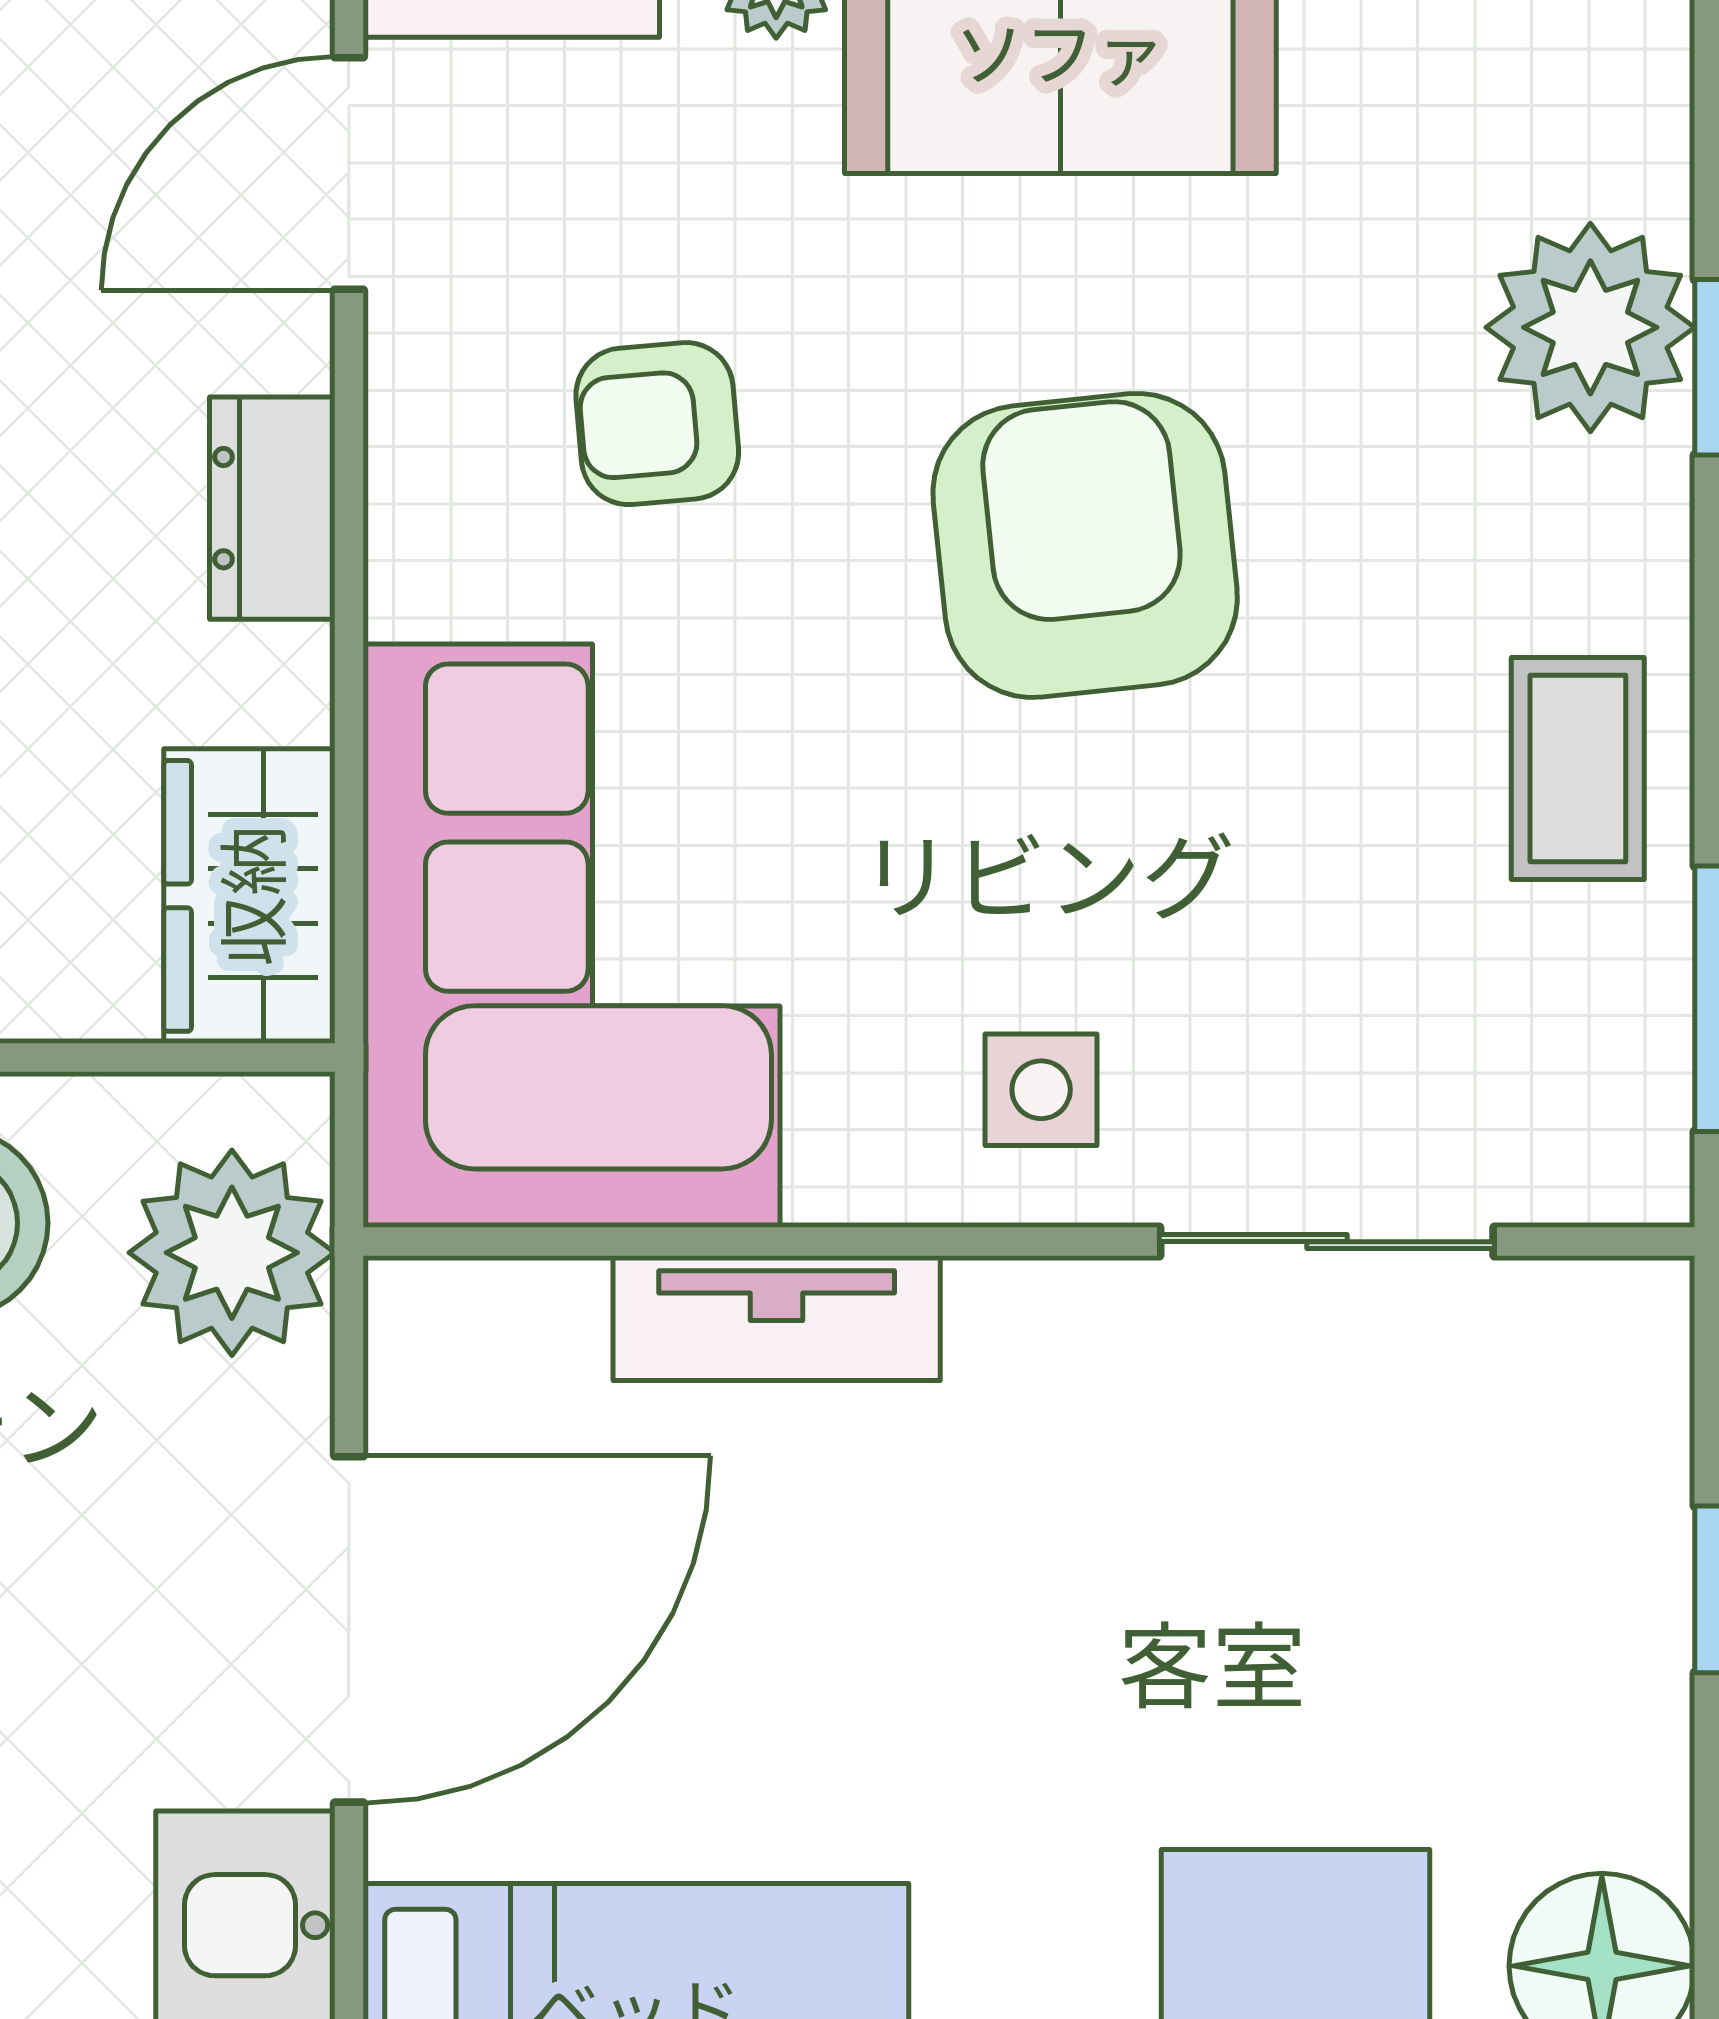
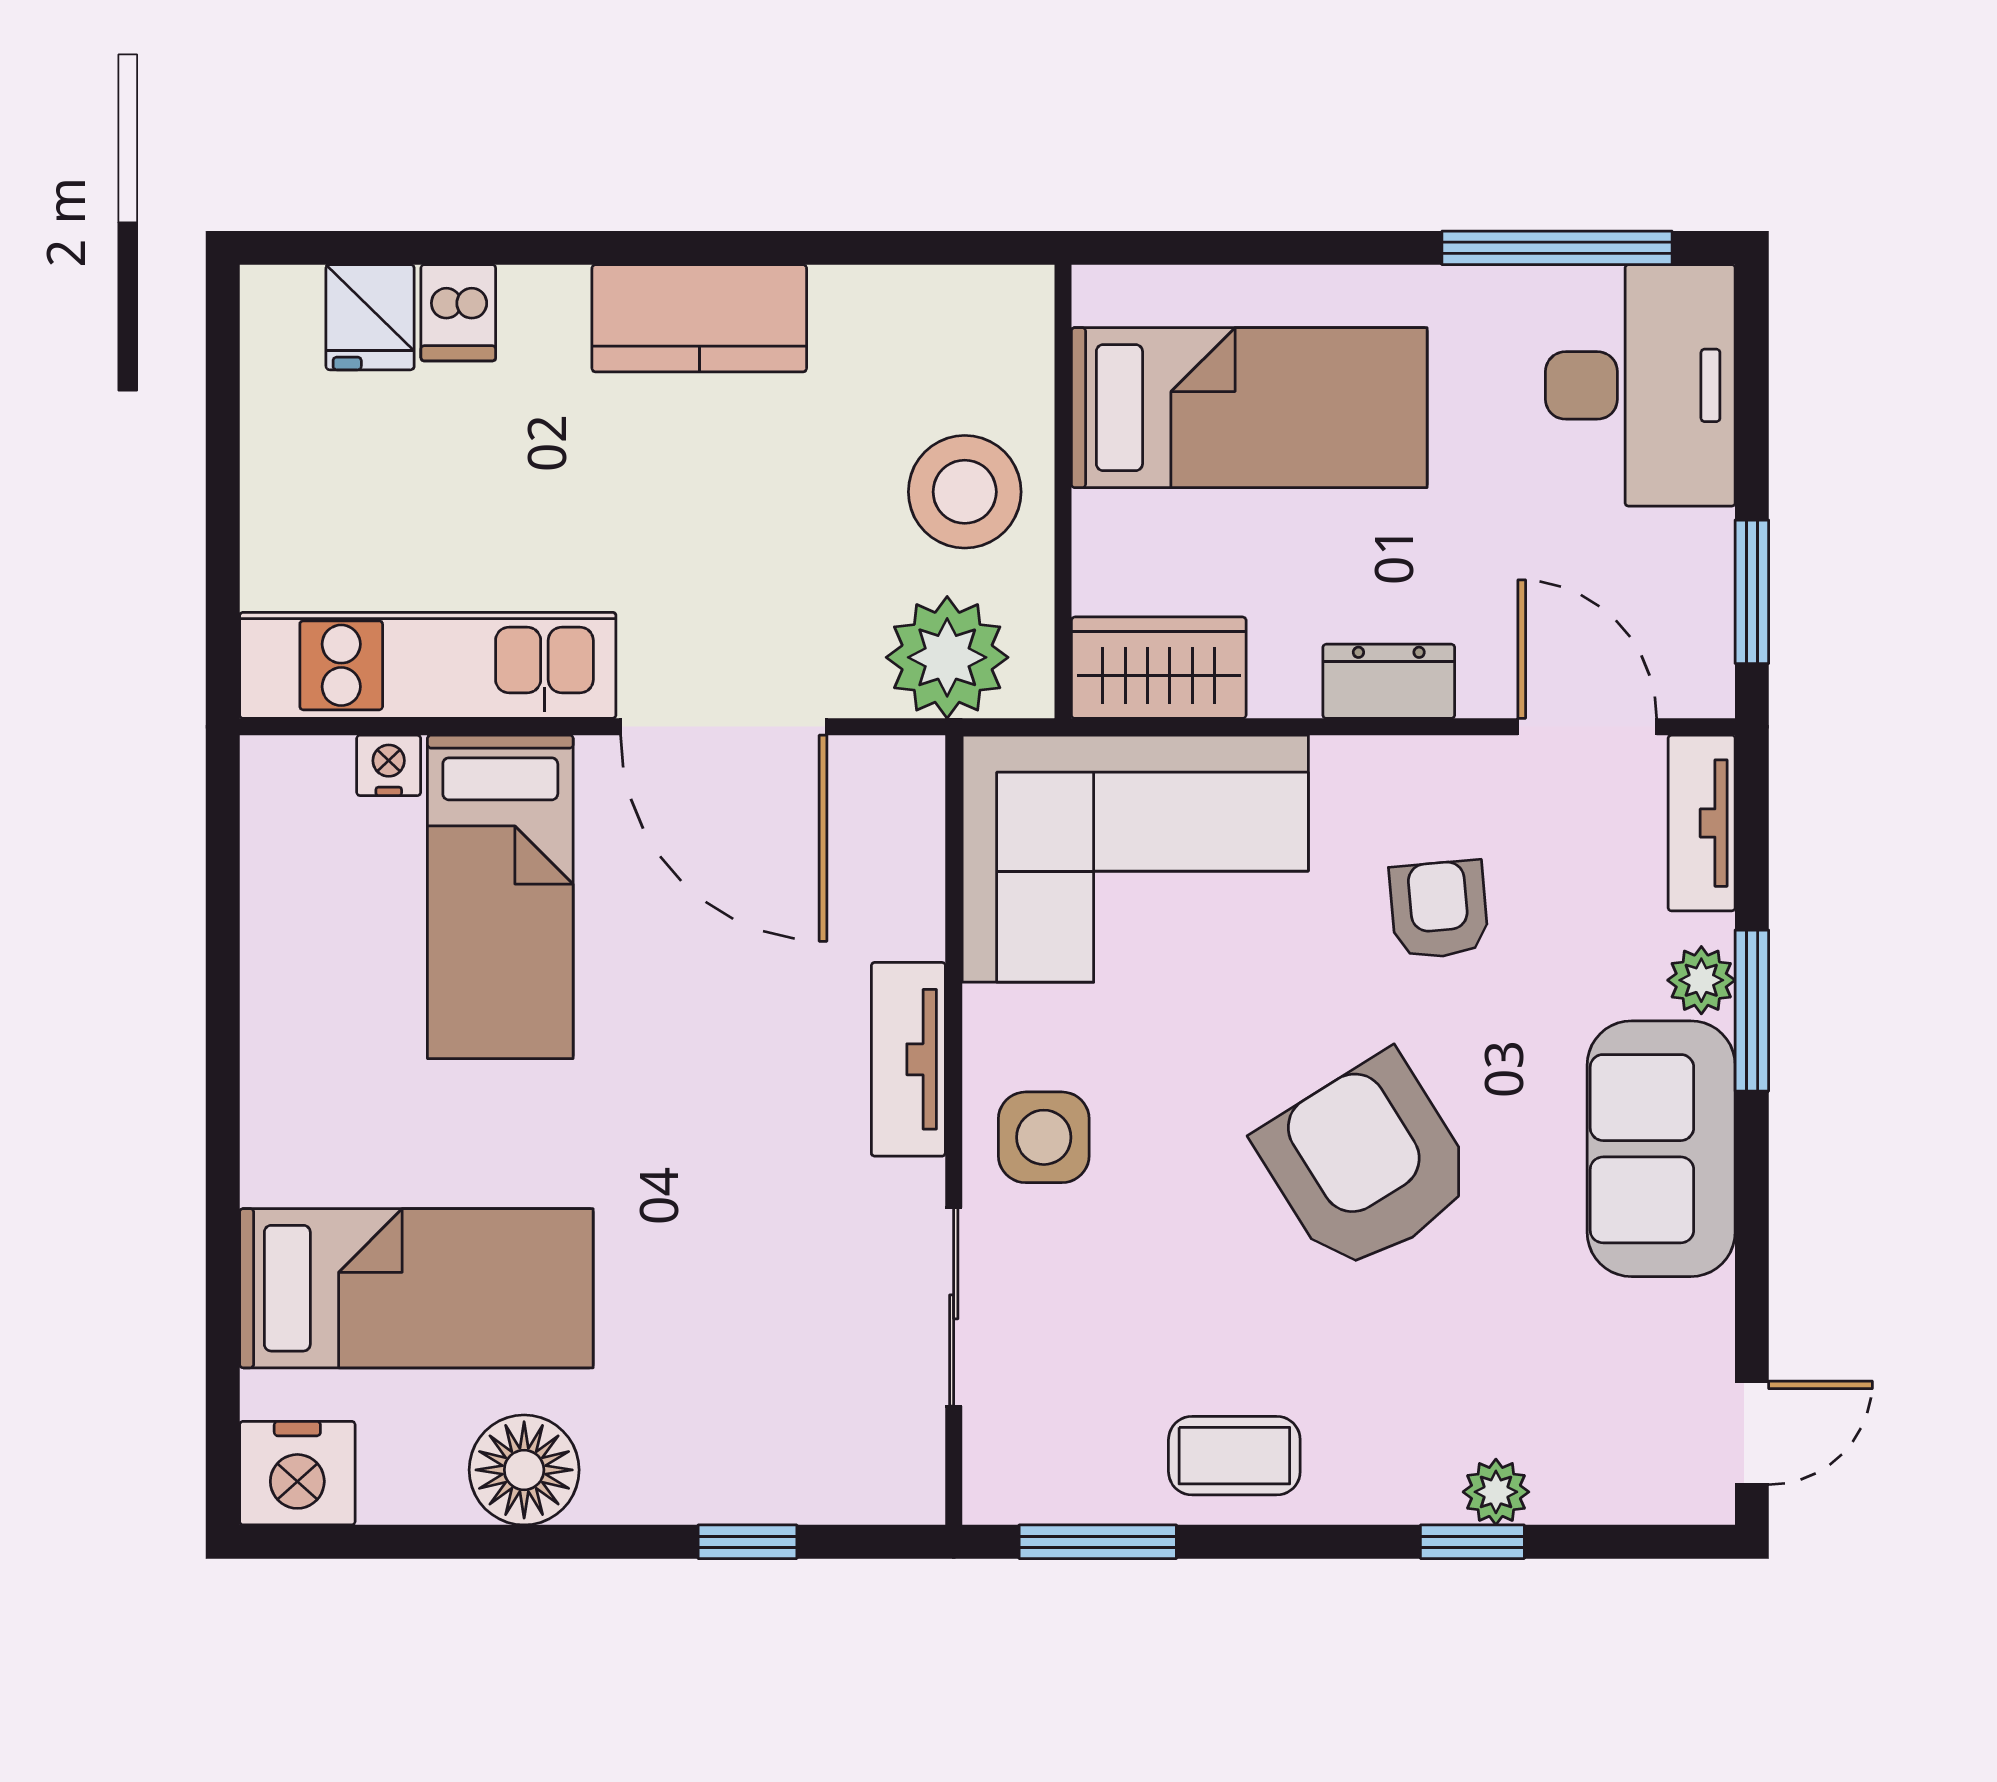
plant: (1590, 327) -> (1496, 1492), width x0.53, depth x0.53
armchair: (1085, 545) -> (1367, 1163), turned -116
side table: (1041, 1090) -> (1044, 1137), width x1.37, depth x1.37
tv unit: (777, 1318) -> (908, 1059), moved

